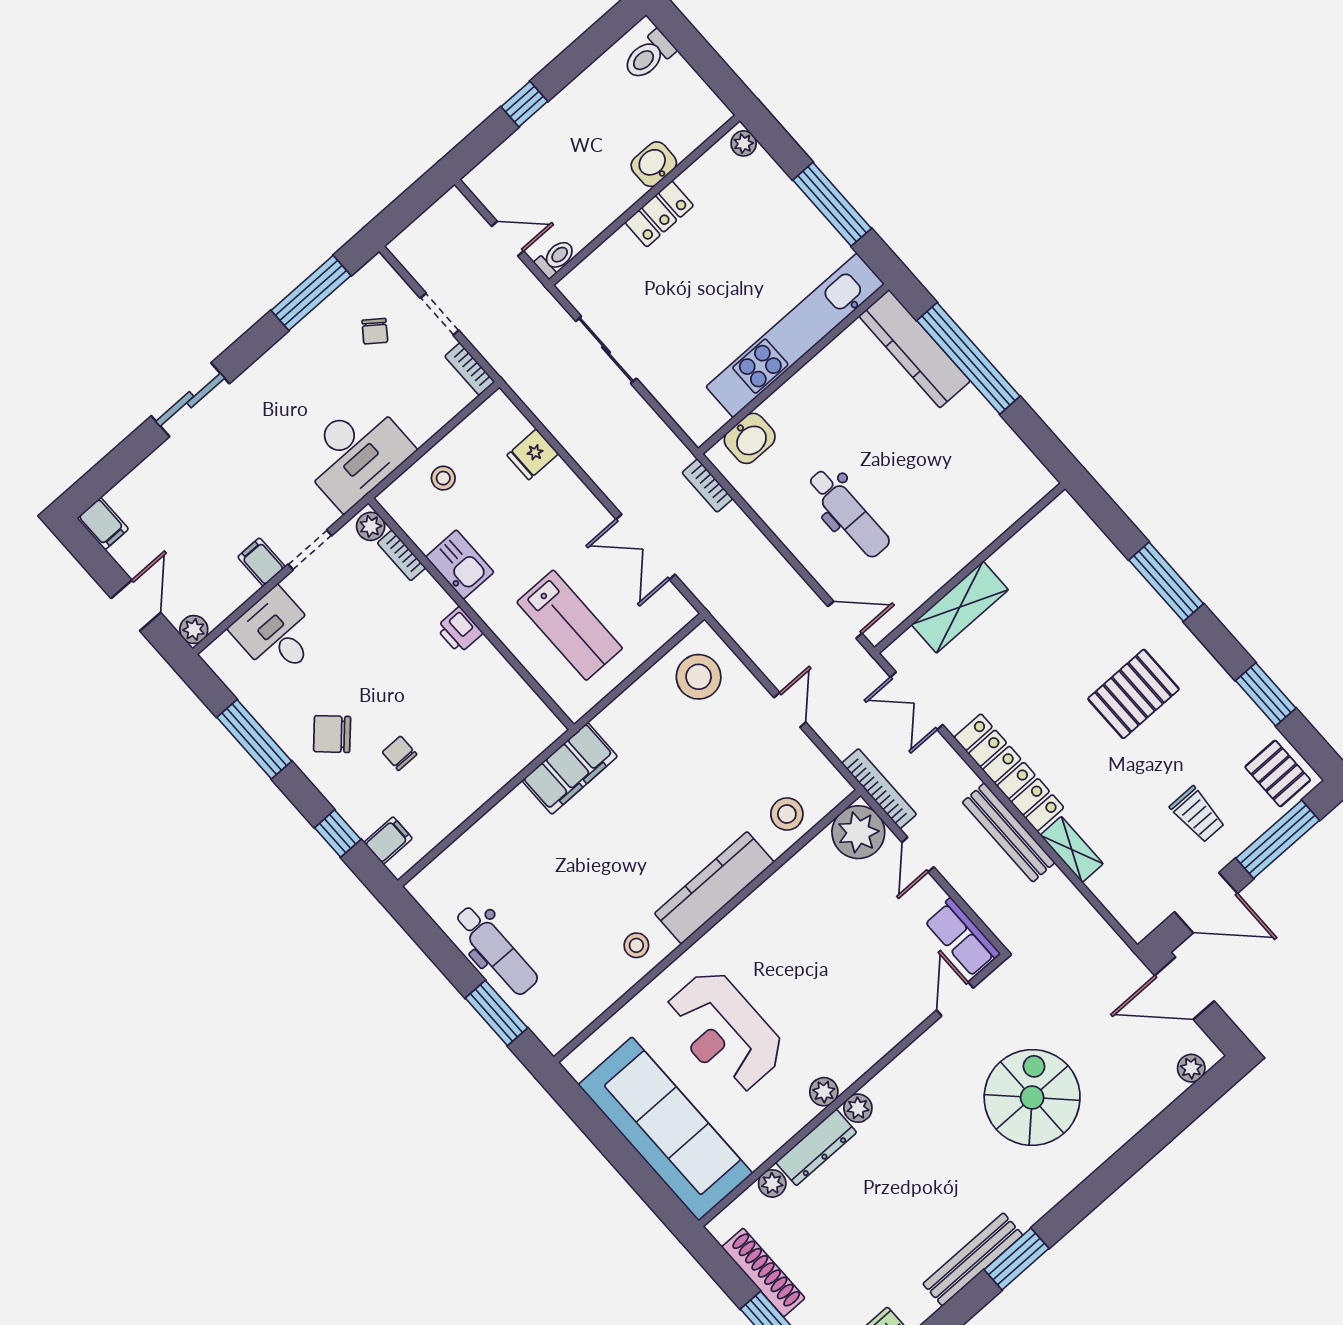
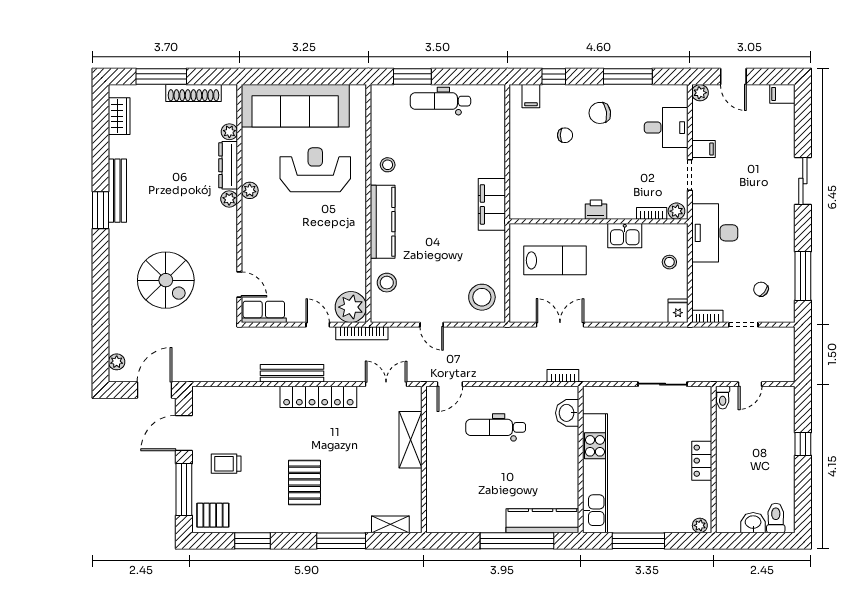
washbasin: (654, 164) -> (753, 523), moved, turned -90
fridge: (533, 454) -> (678, 311), moved
lab bench: (570, 625) -> (555, 260), turned 180
chair: (332, 734) -> (600, 113), turned -142
shelving: (1072, 849) -> (390, 524), moved

